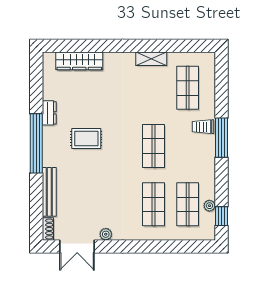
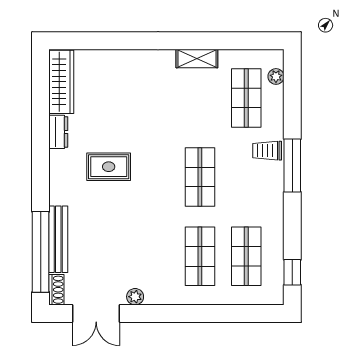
wardrobe: (79, 61) -> (61, 82), moved, turned -90
window: (36, 143) -> (41, 252), moved
plant: (209, 206) -> (276, 76), moved

